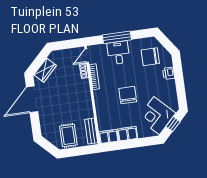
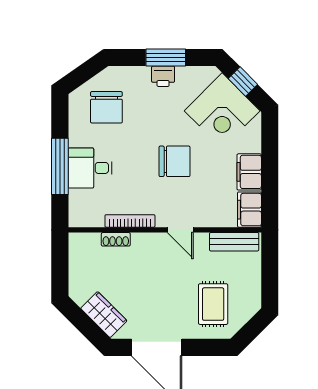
door: (87, 56) -> (180, 230), moved
printer: (169, 73) -> (163, 76), moved
window: (180, 83) -> (166, 57), added
chair: (128, 95) -> (175, 161), turned 180
rug: (68, 135) -> (213, 304), moved, turned 90

